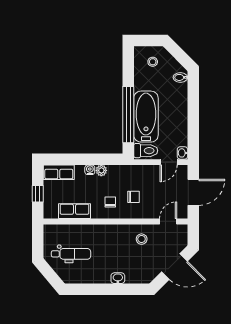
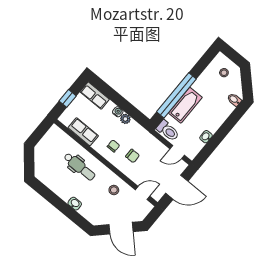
bathtub: (146, 117) -> (185, 105), width x0.73, depth x0.73
washbasin: (182, 153) -> (206, 137), moved
dental chair: (71, 254) -> (79, 167), moved

